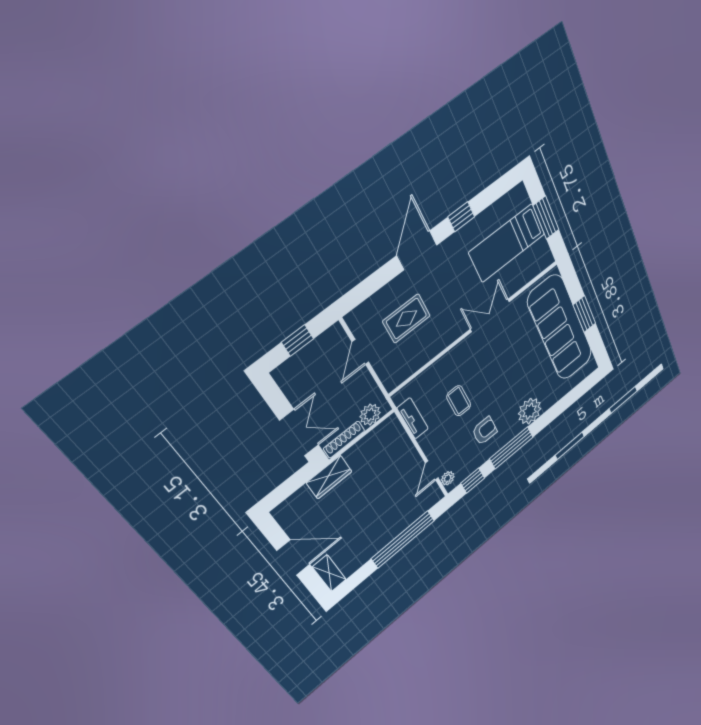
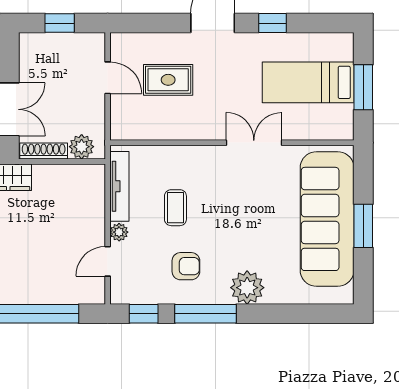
door: (360, 352) -> (108, 78), swing flipped
tv unit: (413, 418) -> (119, 186), width x1.41
plant: (448, 478) -> (119, 232), moved

